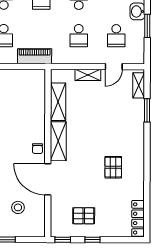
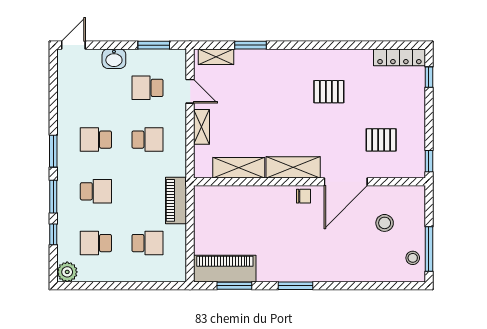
window: (147, 26) -> (154, 45), moved
school desk: (116, 36) -> (148, 88), turned 180
pallet: (84, 216) -> (381, 140), moved, turned 90
window: (92, 240) -> (429, 77), moved

